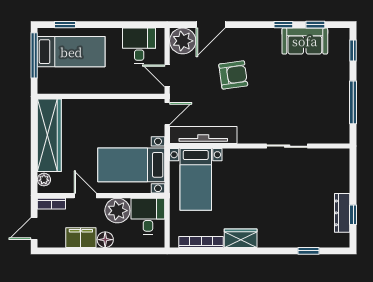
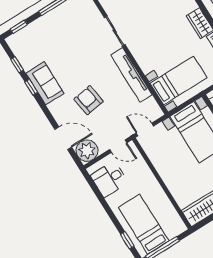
sofa: (305, 41) -> (45, 83), moved
door: (167, 76) -> (118, 146), hinge flipped
tv unit: (203, 135) -> (131, 75), moved

